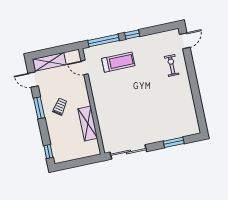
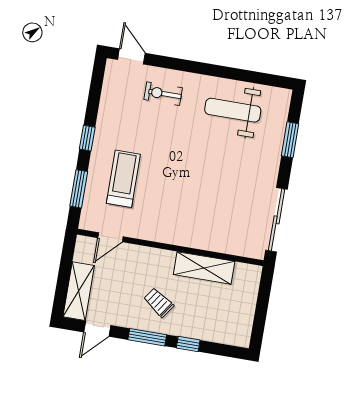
window: (104, 41) -> (79, 189), width x0.69
weight bench: (177, 106) -> (233, 110), added
window: (48, 152) -> (188, 344), moved

